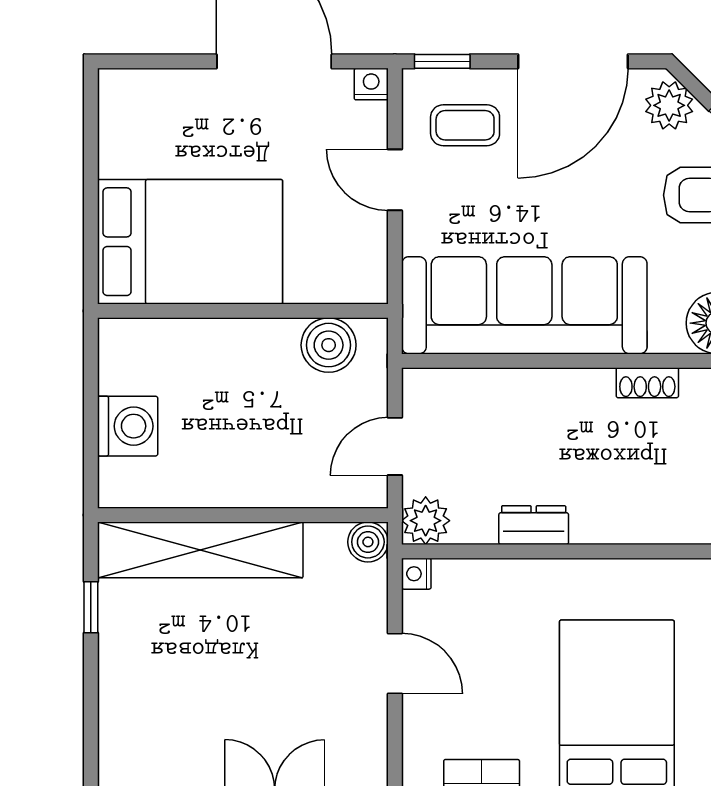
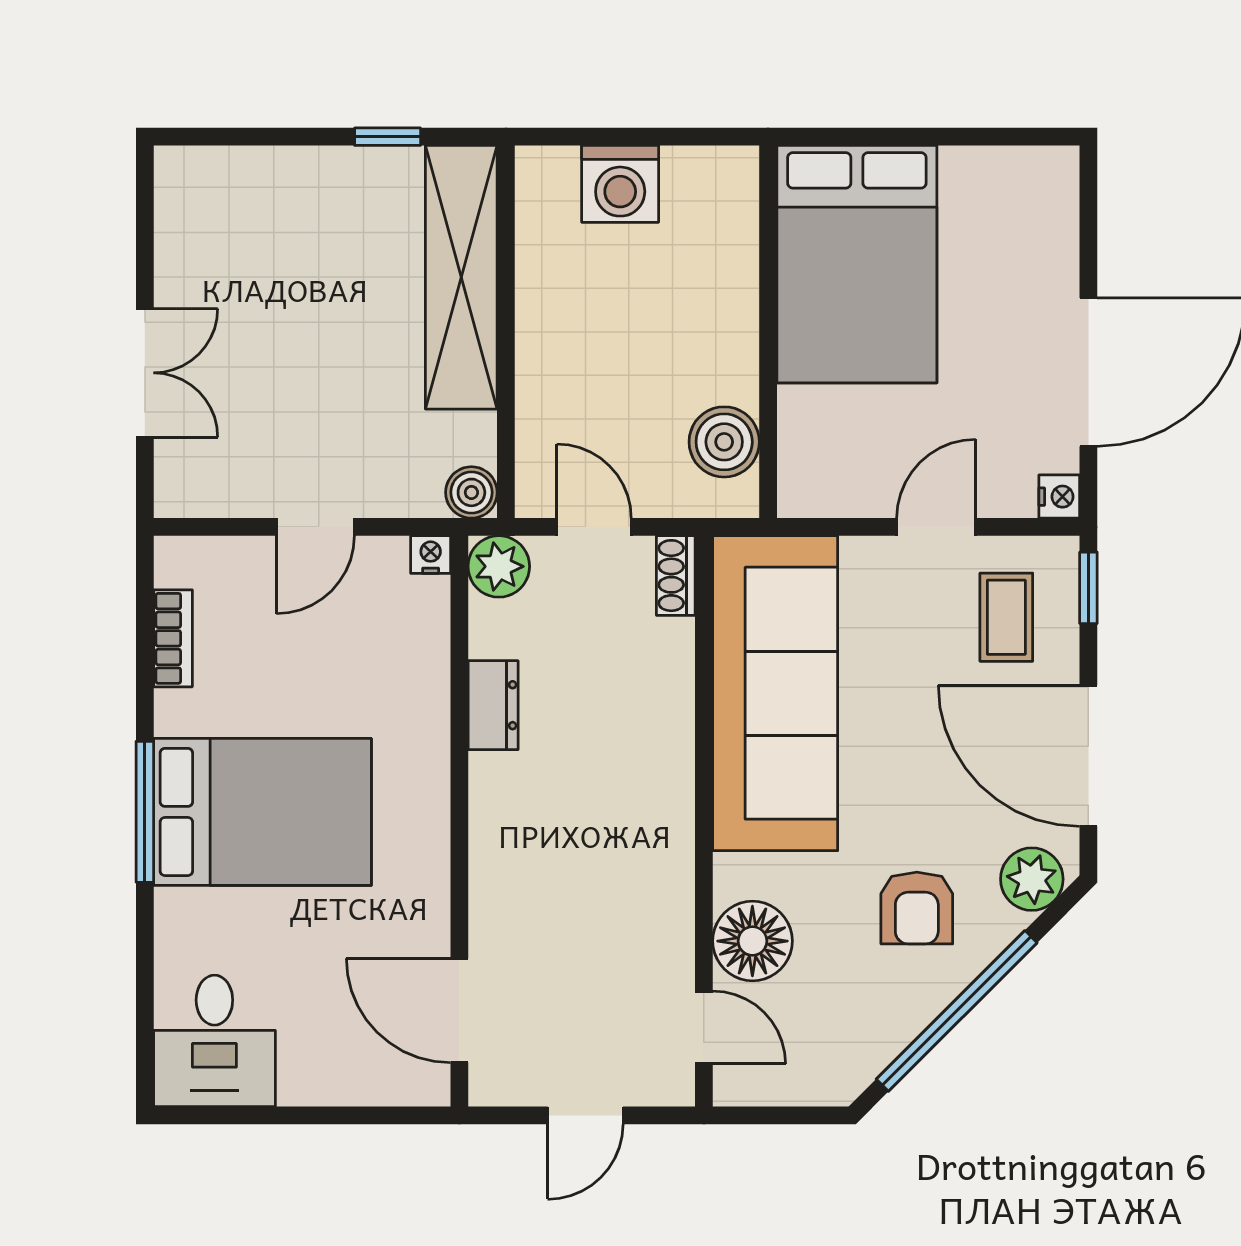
shoe rack: (647, 383) -> (676, 576), moved

